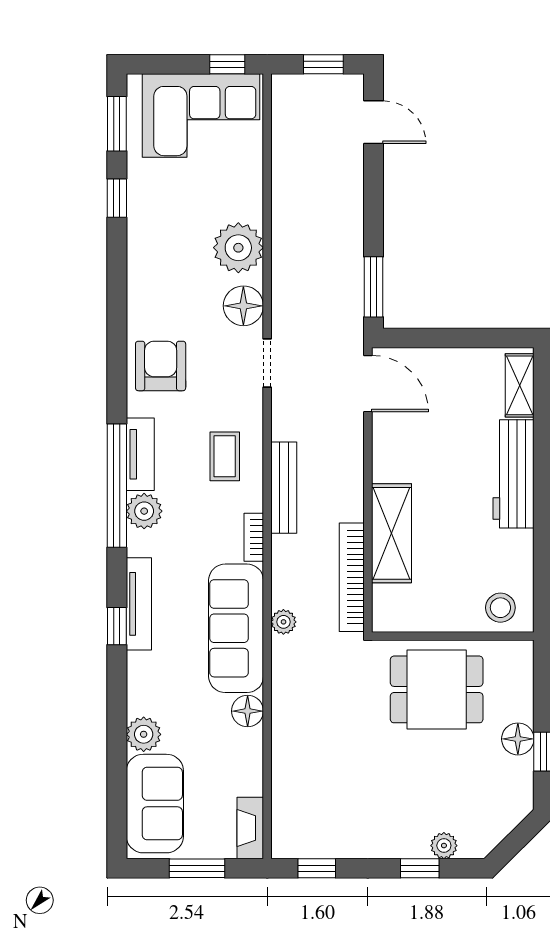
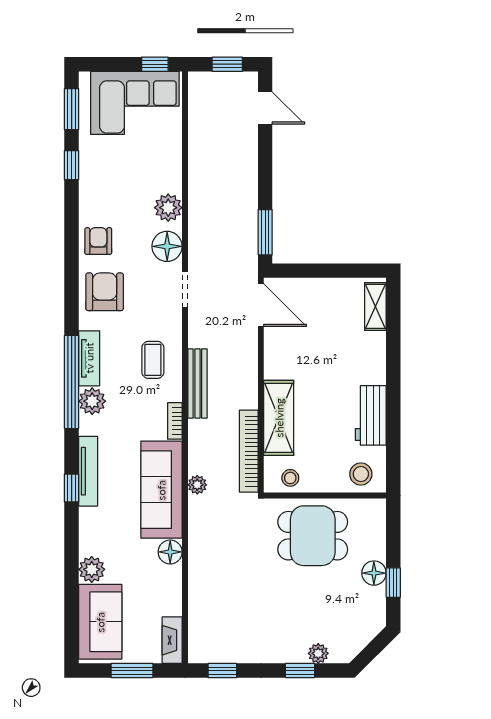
plant: (238, 248) -> (168, 208), width x0.73, depth x0.73
armchair: (152, 299) -> (98, 241), added
workbench: (514, 474) -> (371, 415), moved, width x0.73
stool: (407, 613) -> (290, 478), added

